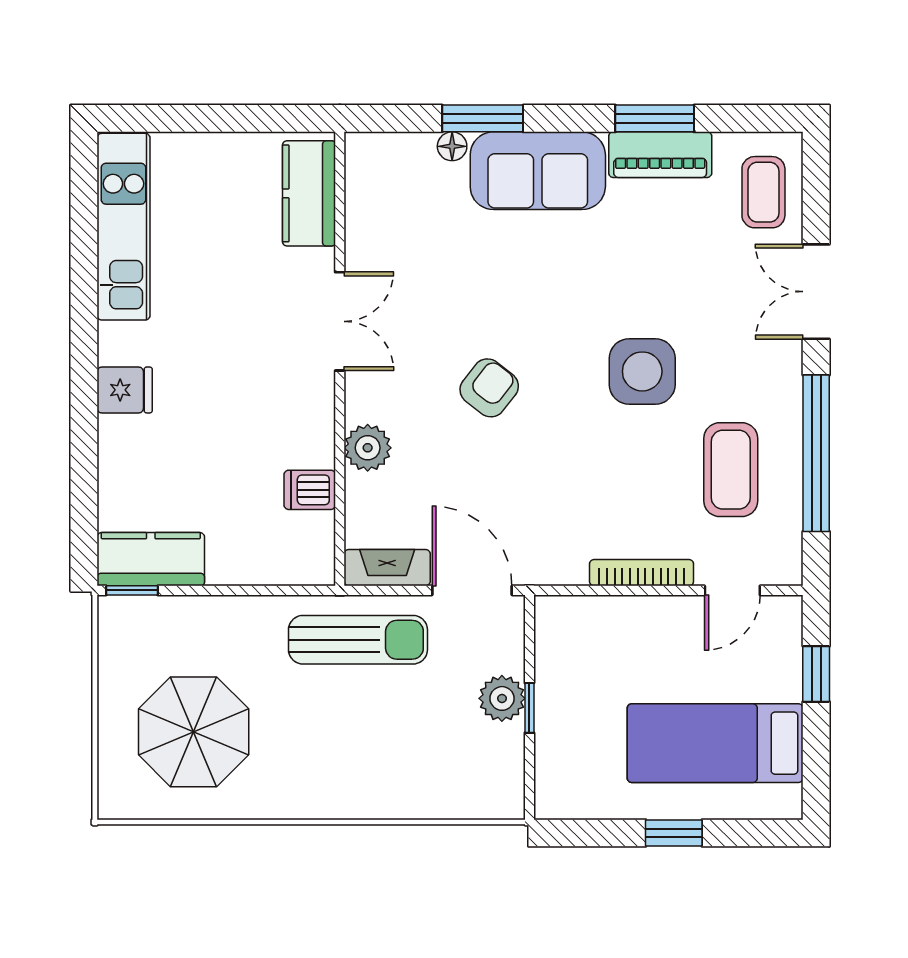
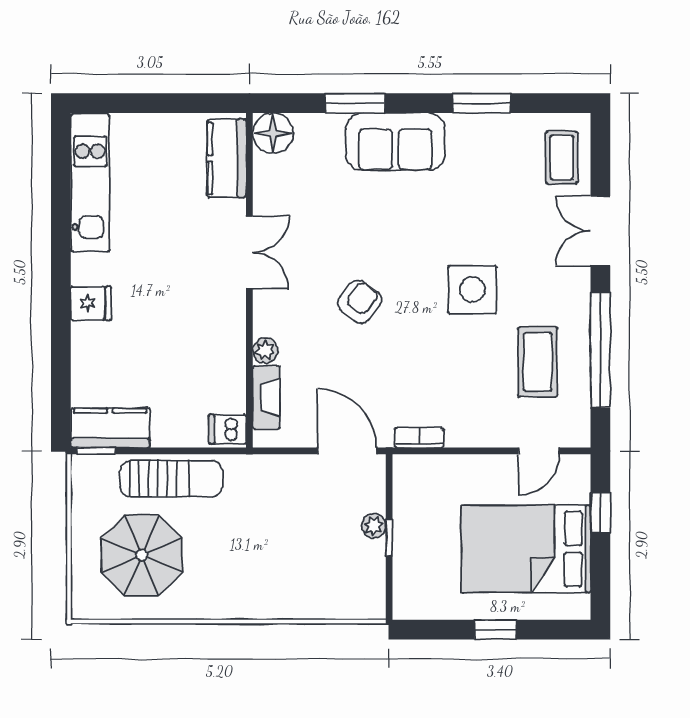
floor lamp: (452, 146) -> (273, 133), moved, width x1.89, depth x1.89
piano: (660, 155) -> (486, 130), removed
plant: (368, 448) -> (265, 351), width x0.73, depth x0.73
dishwasher: (310, 490) -> (227, 429), moved
fireplace: (387, 568) -> (266, 397), moved, turned 90
bookcase: (642, 573) -> (419, 438), moved, width x0.64
sun lounger: (358, 640) -> (171, 479), moved
plant: (502, 698) -> (374, 526), width x0.73, depth x0.73
bed: (715, 743) -> (526, 549), width x1.50

